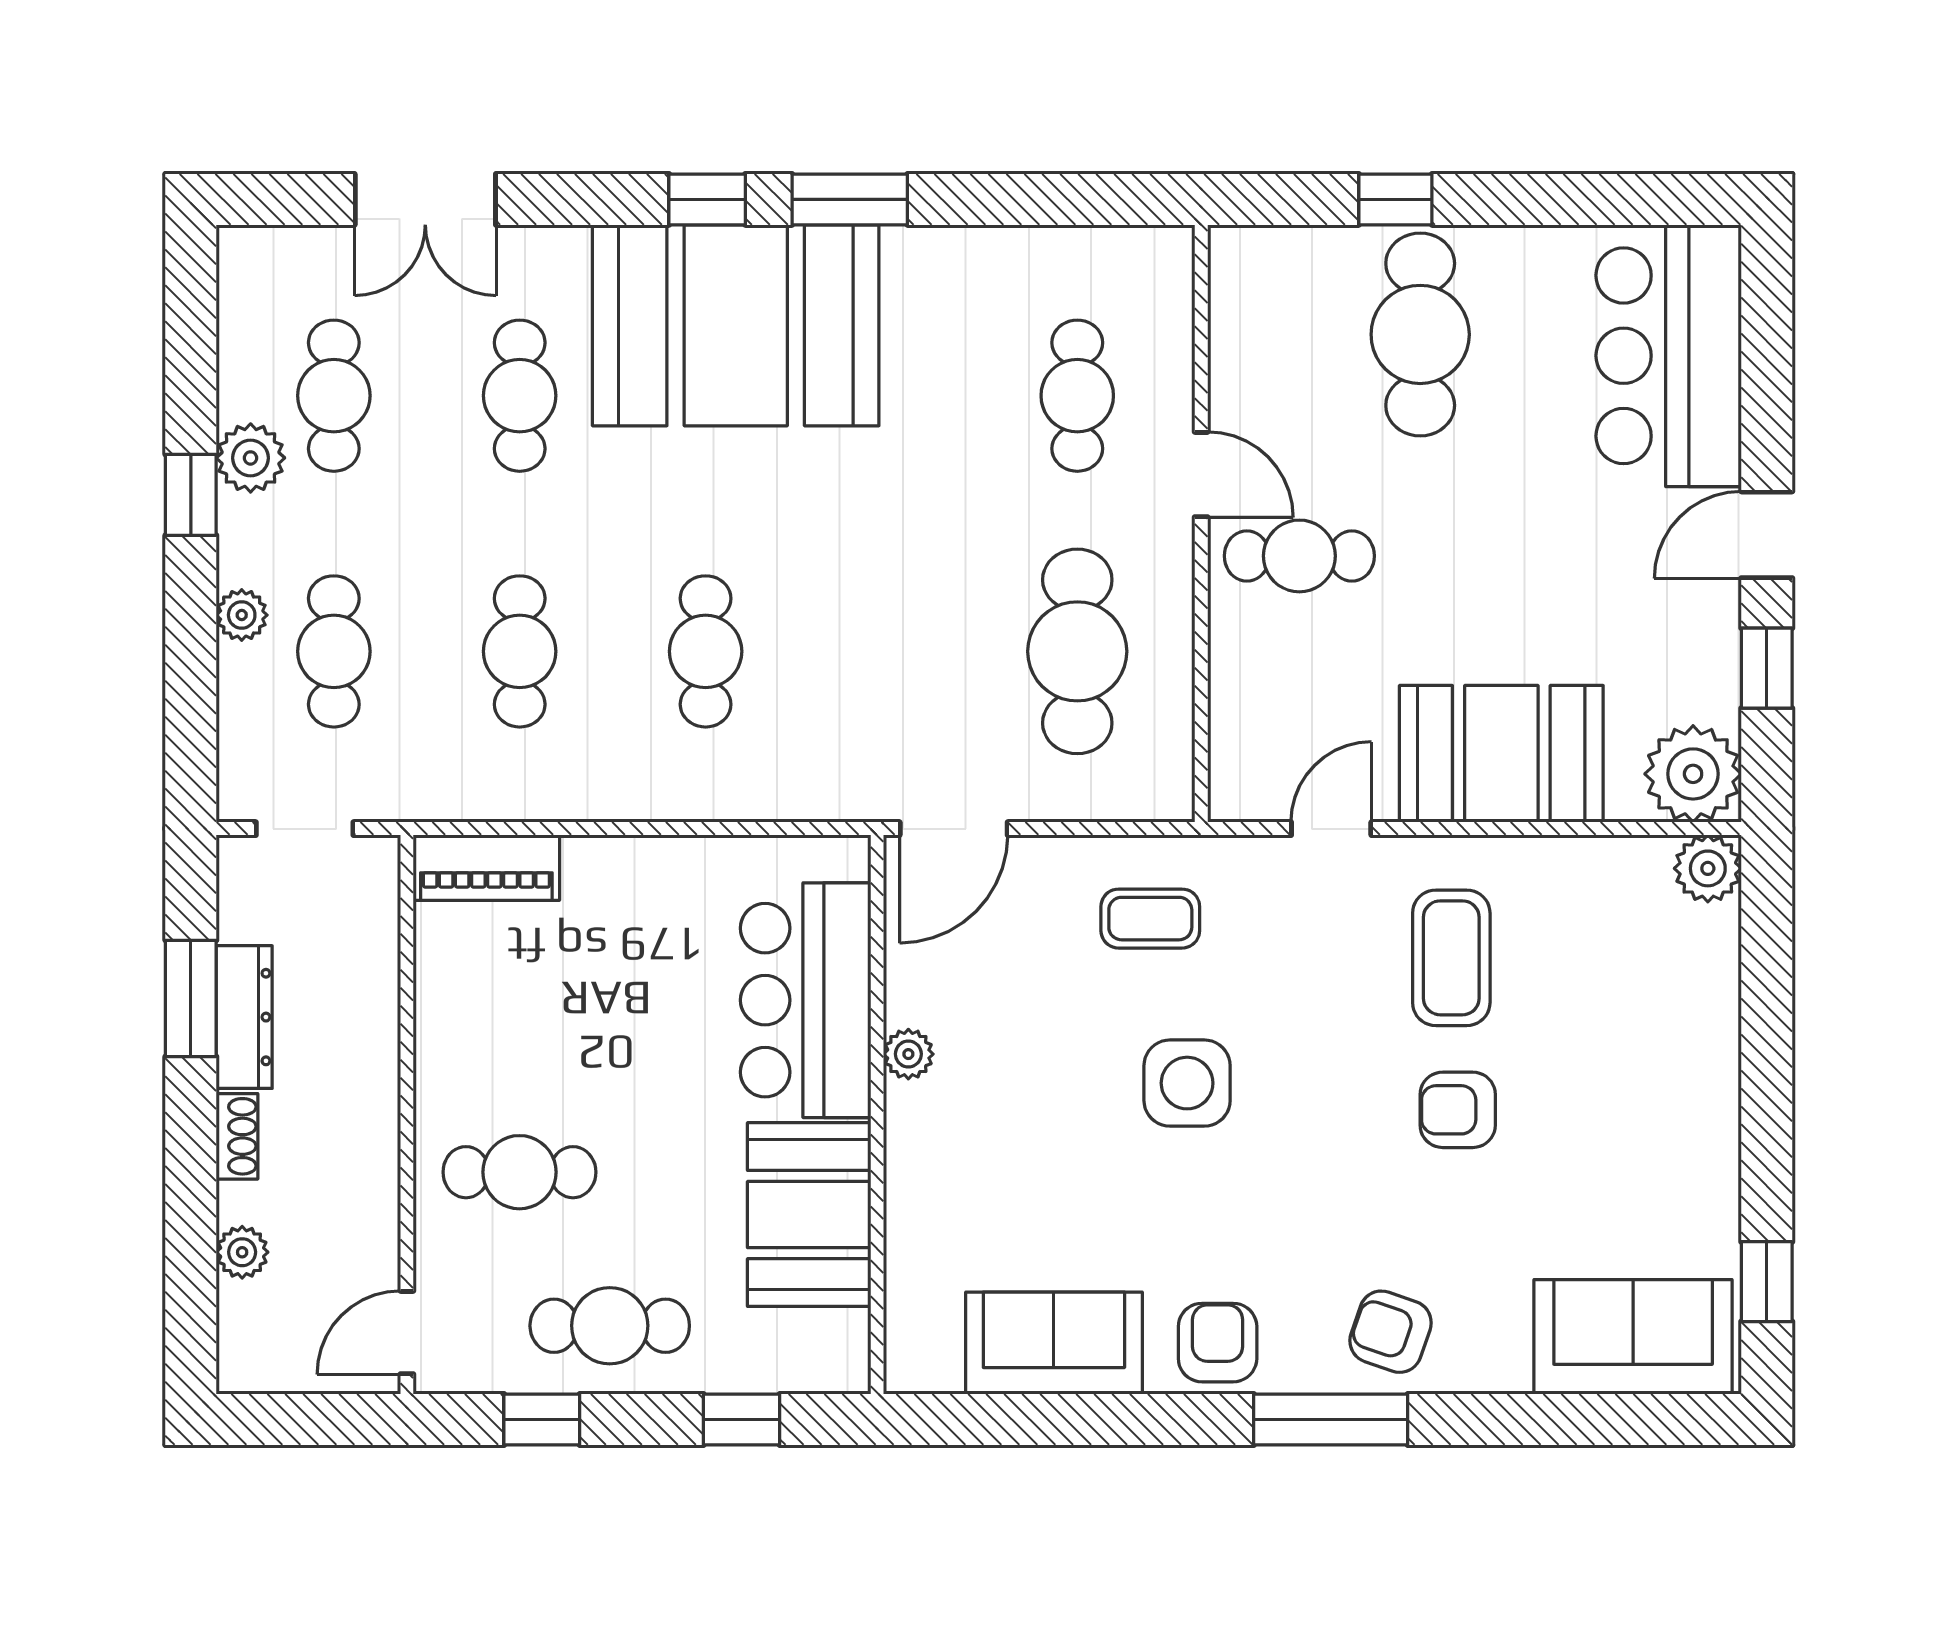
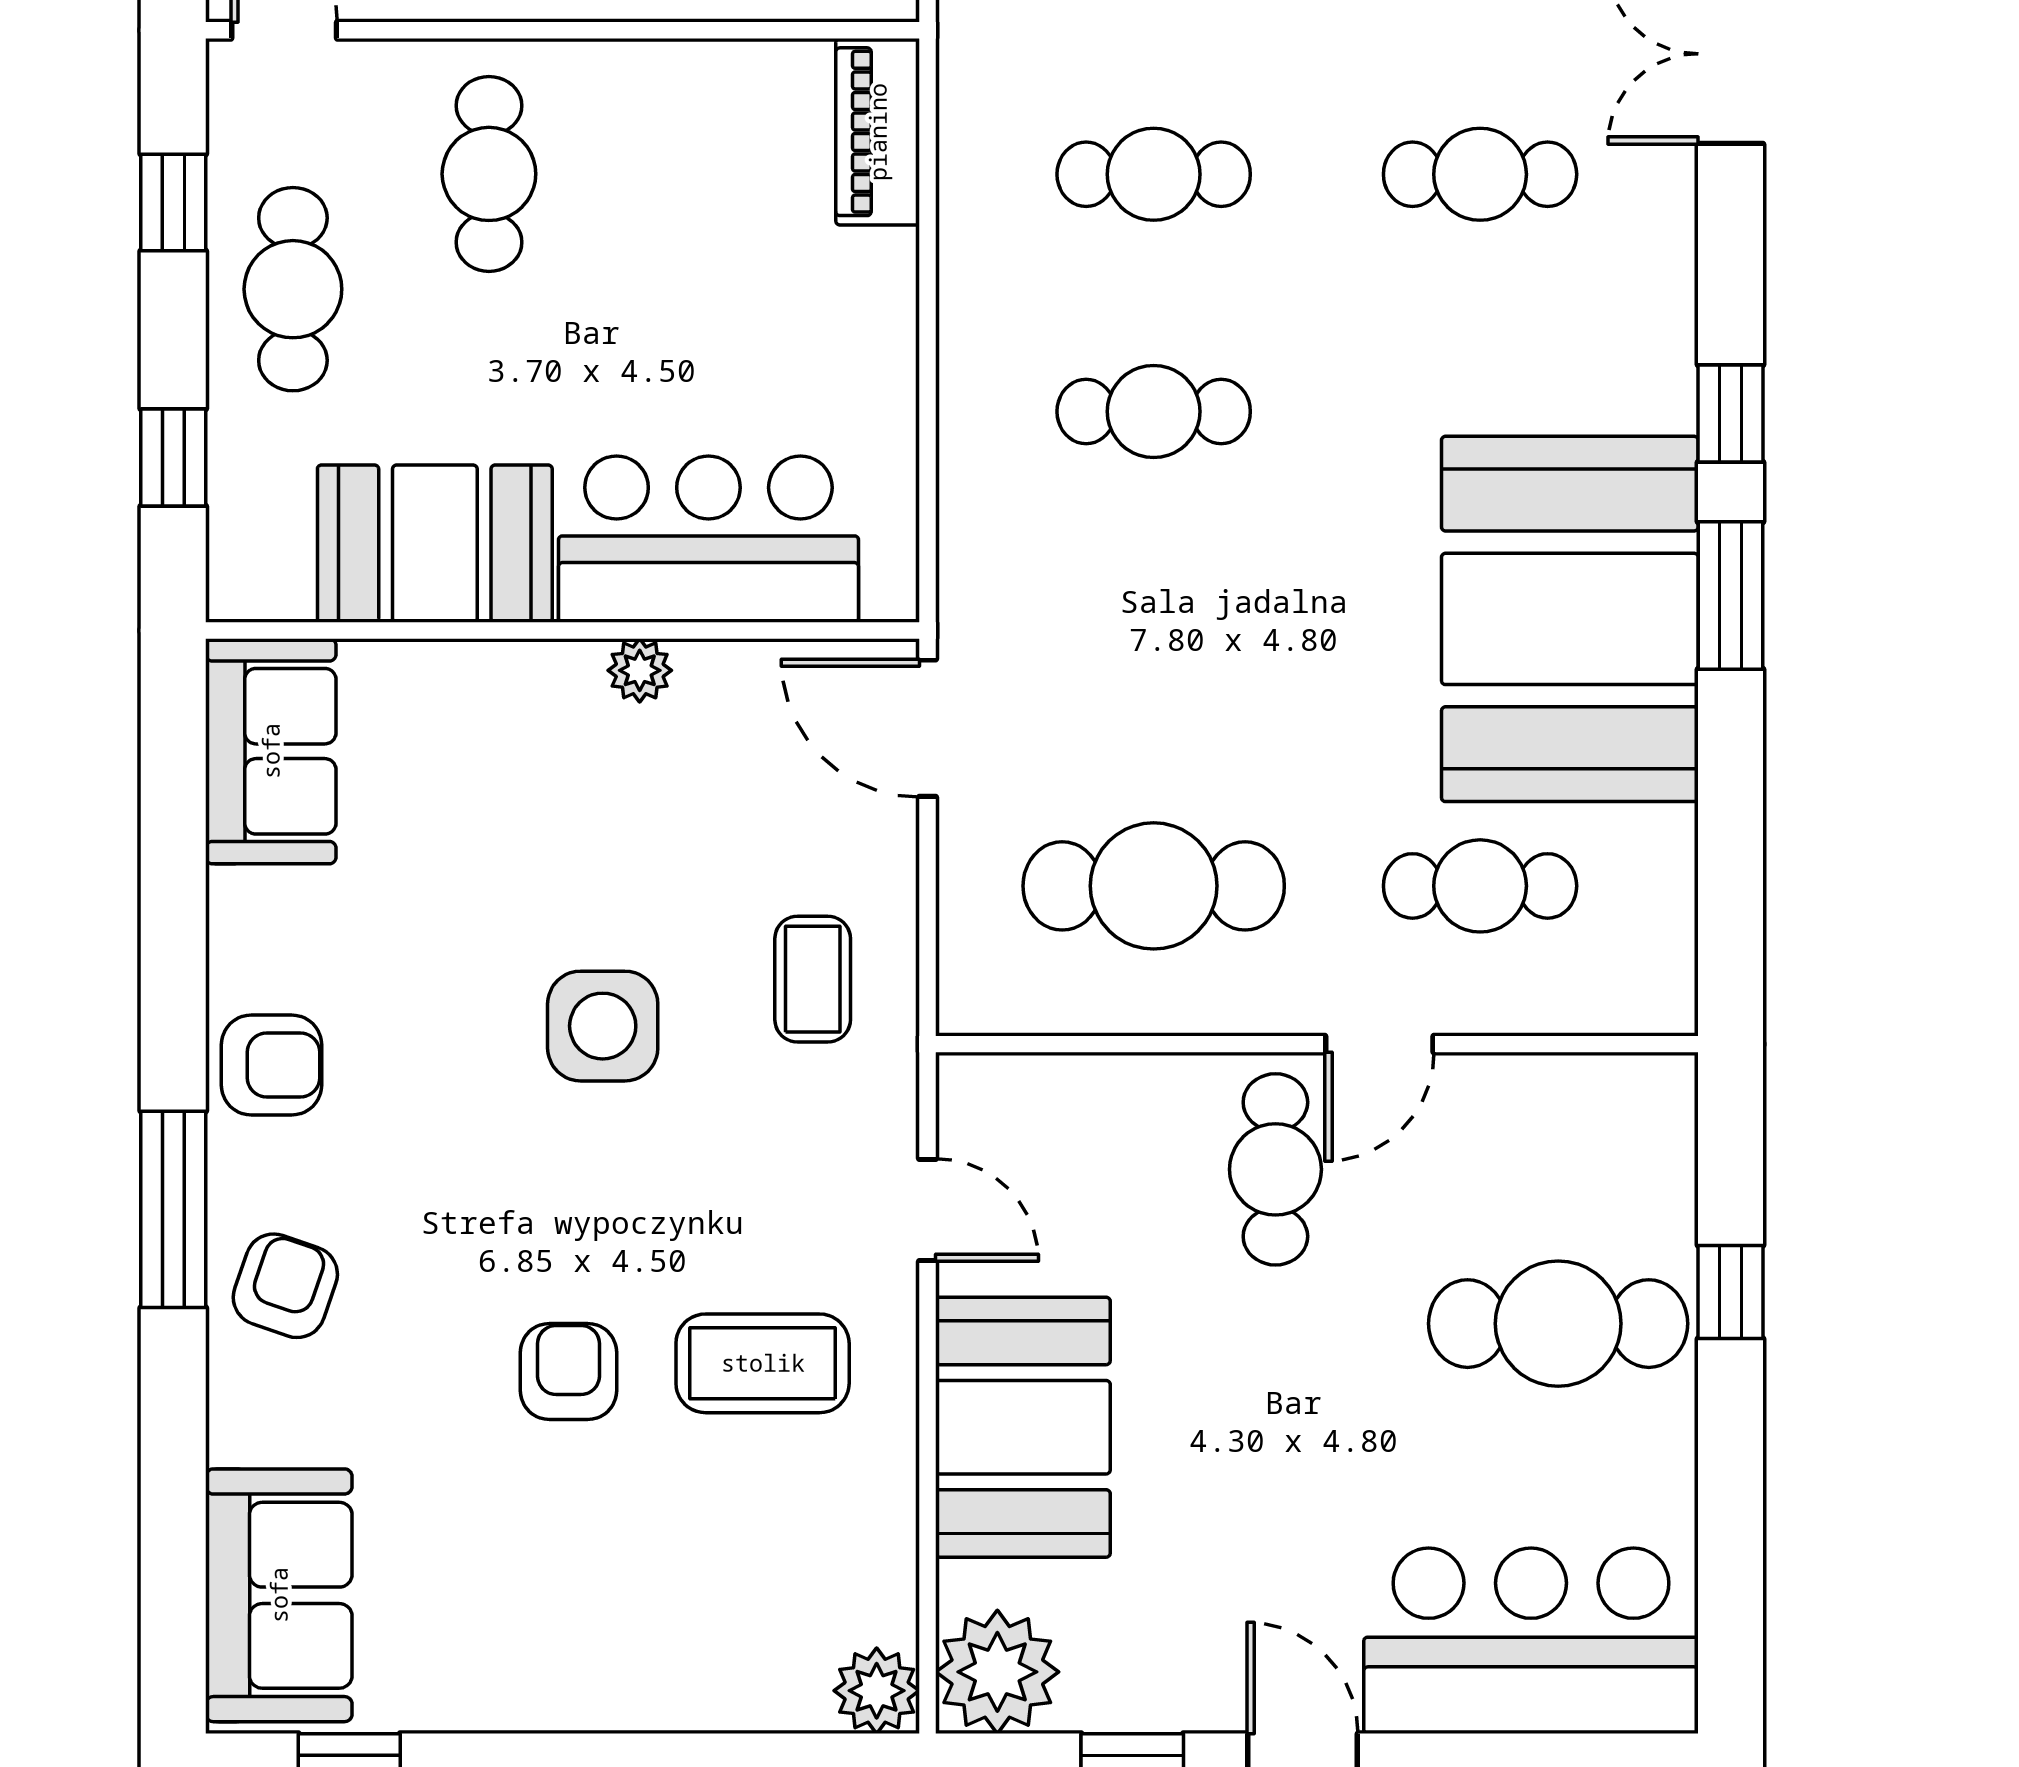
booth: (736, 325) -> (1570, 619), moved
sofa: (1054, 1343) -> (271, 751), moved

